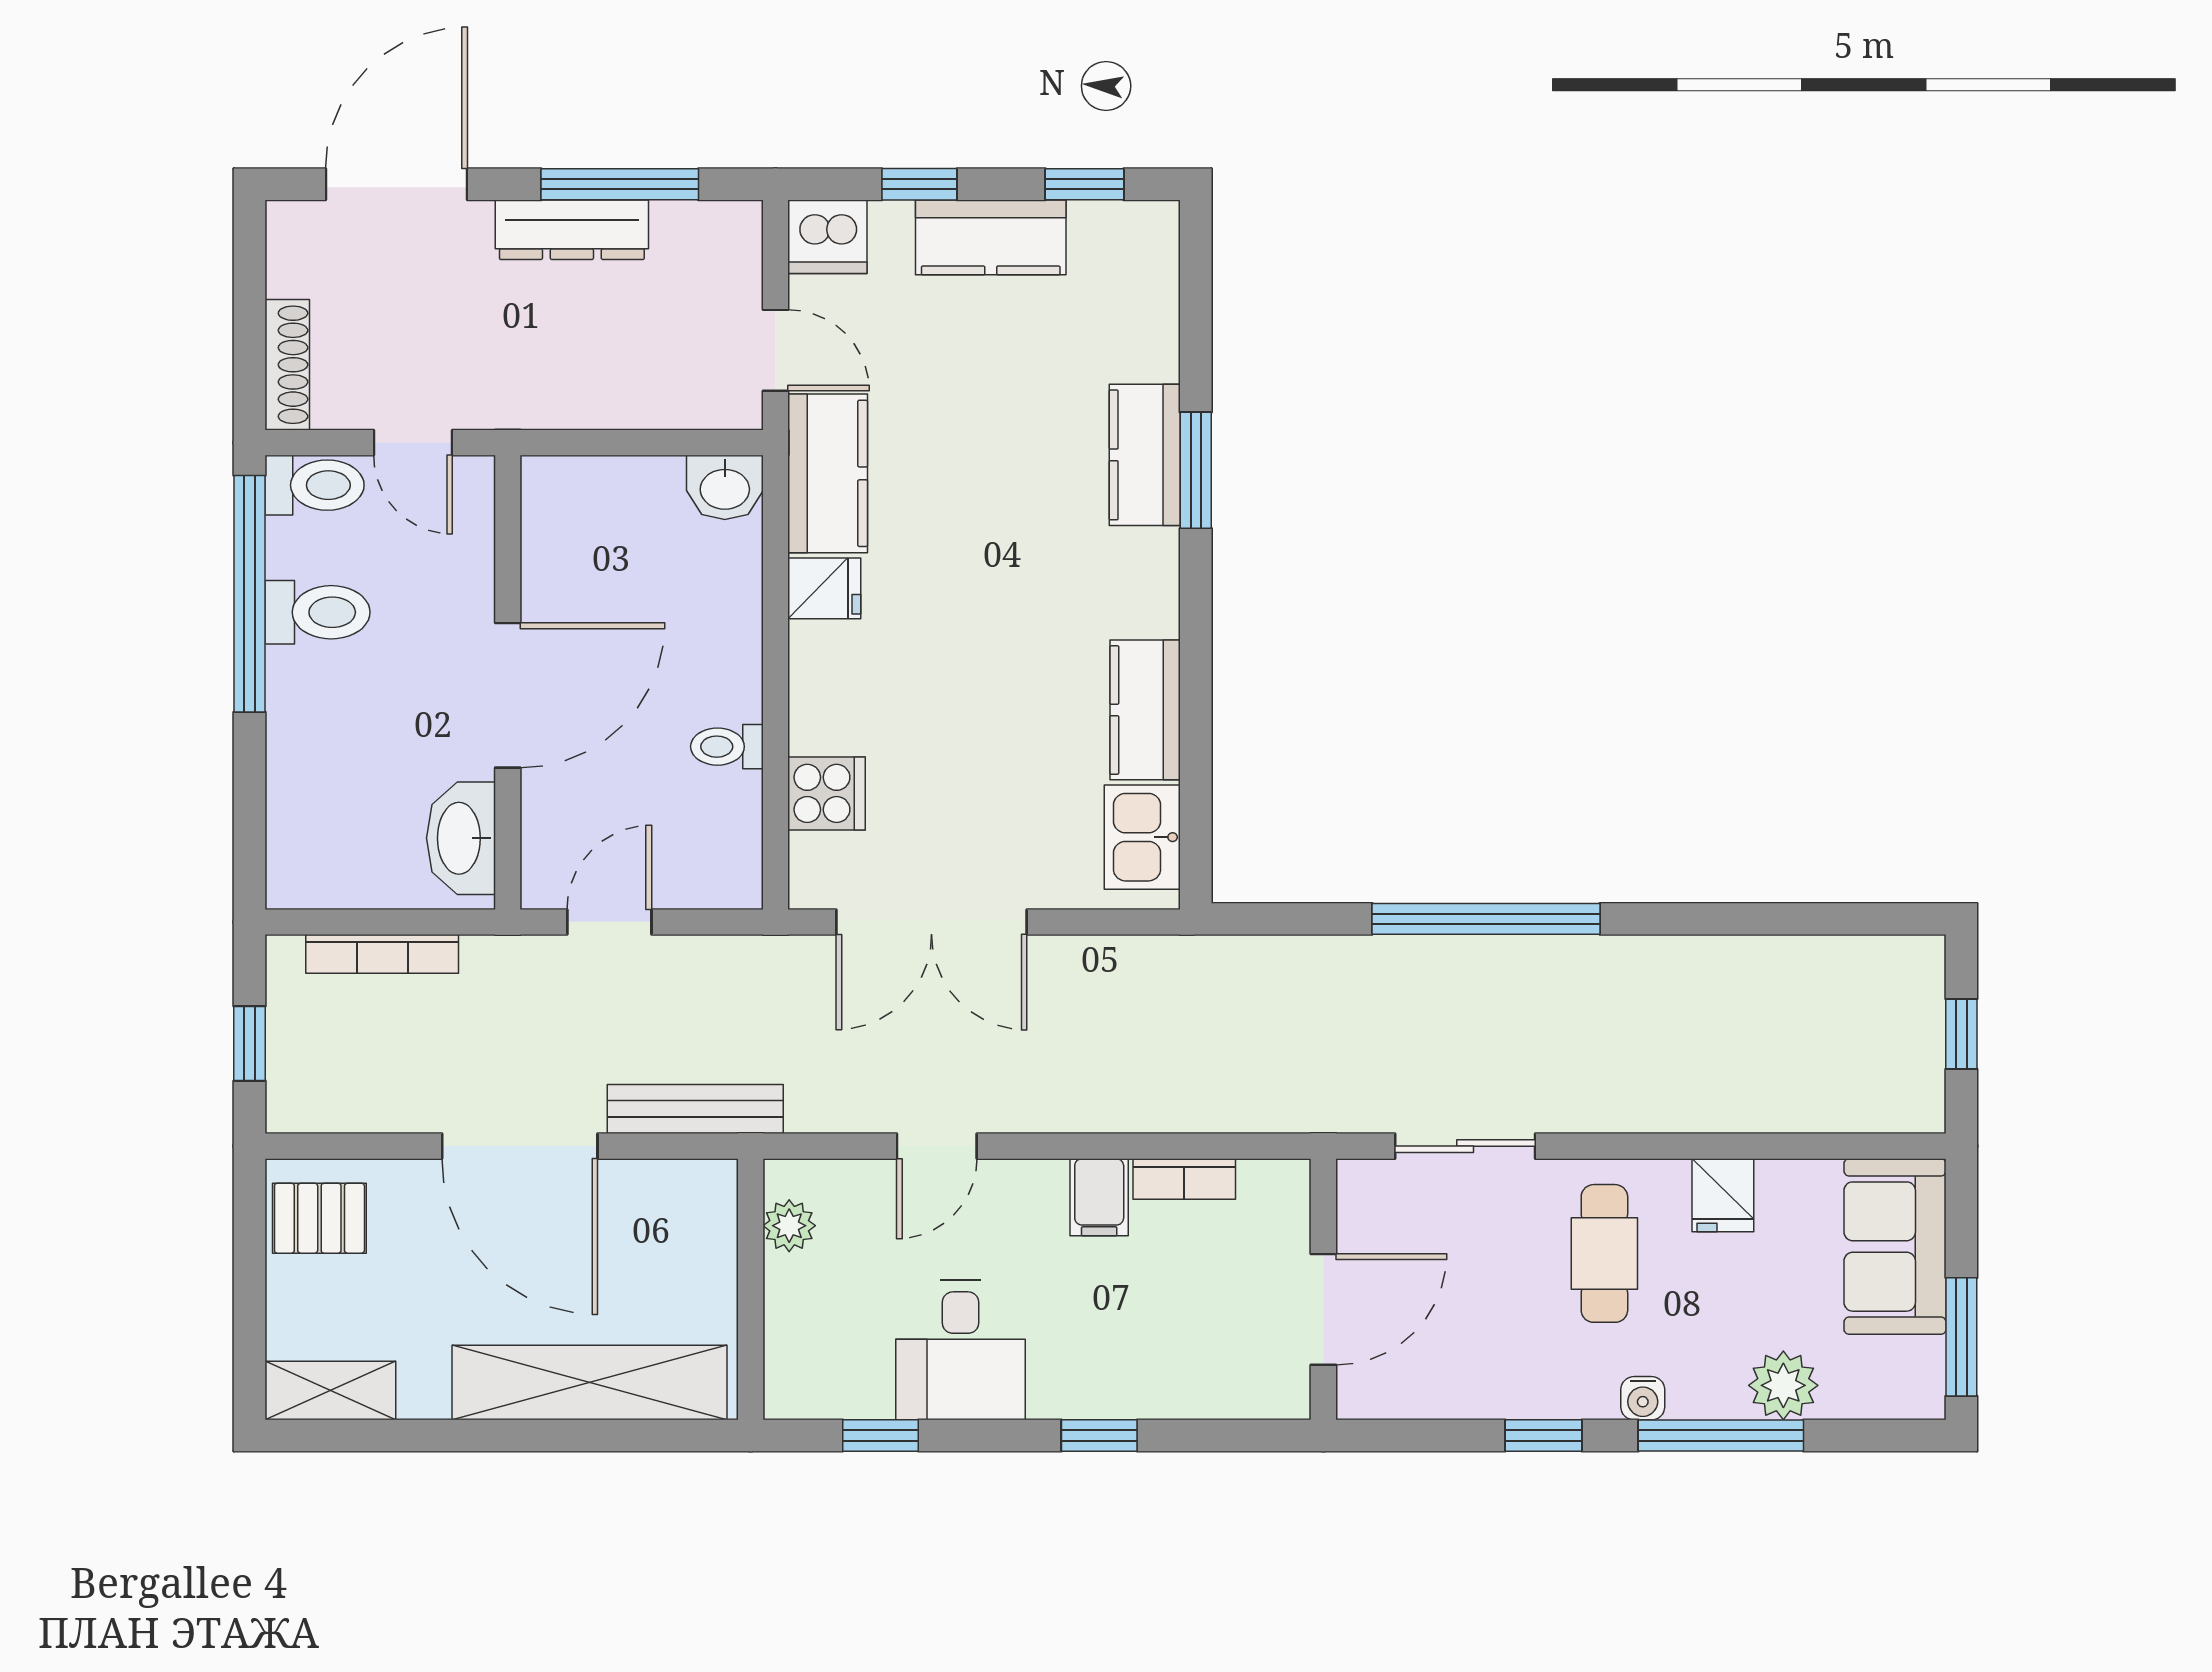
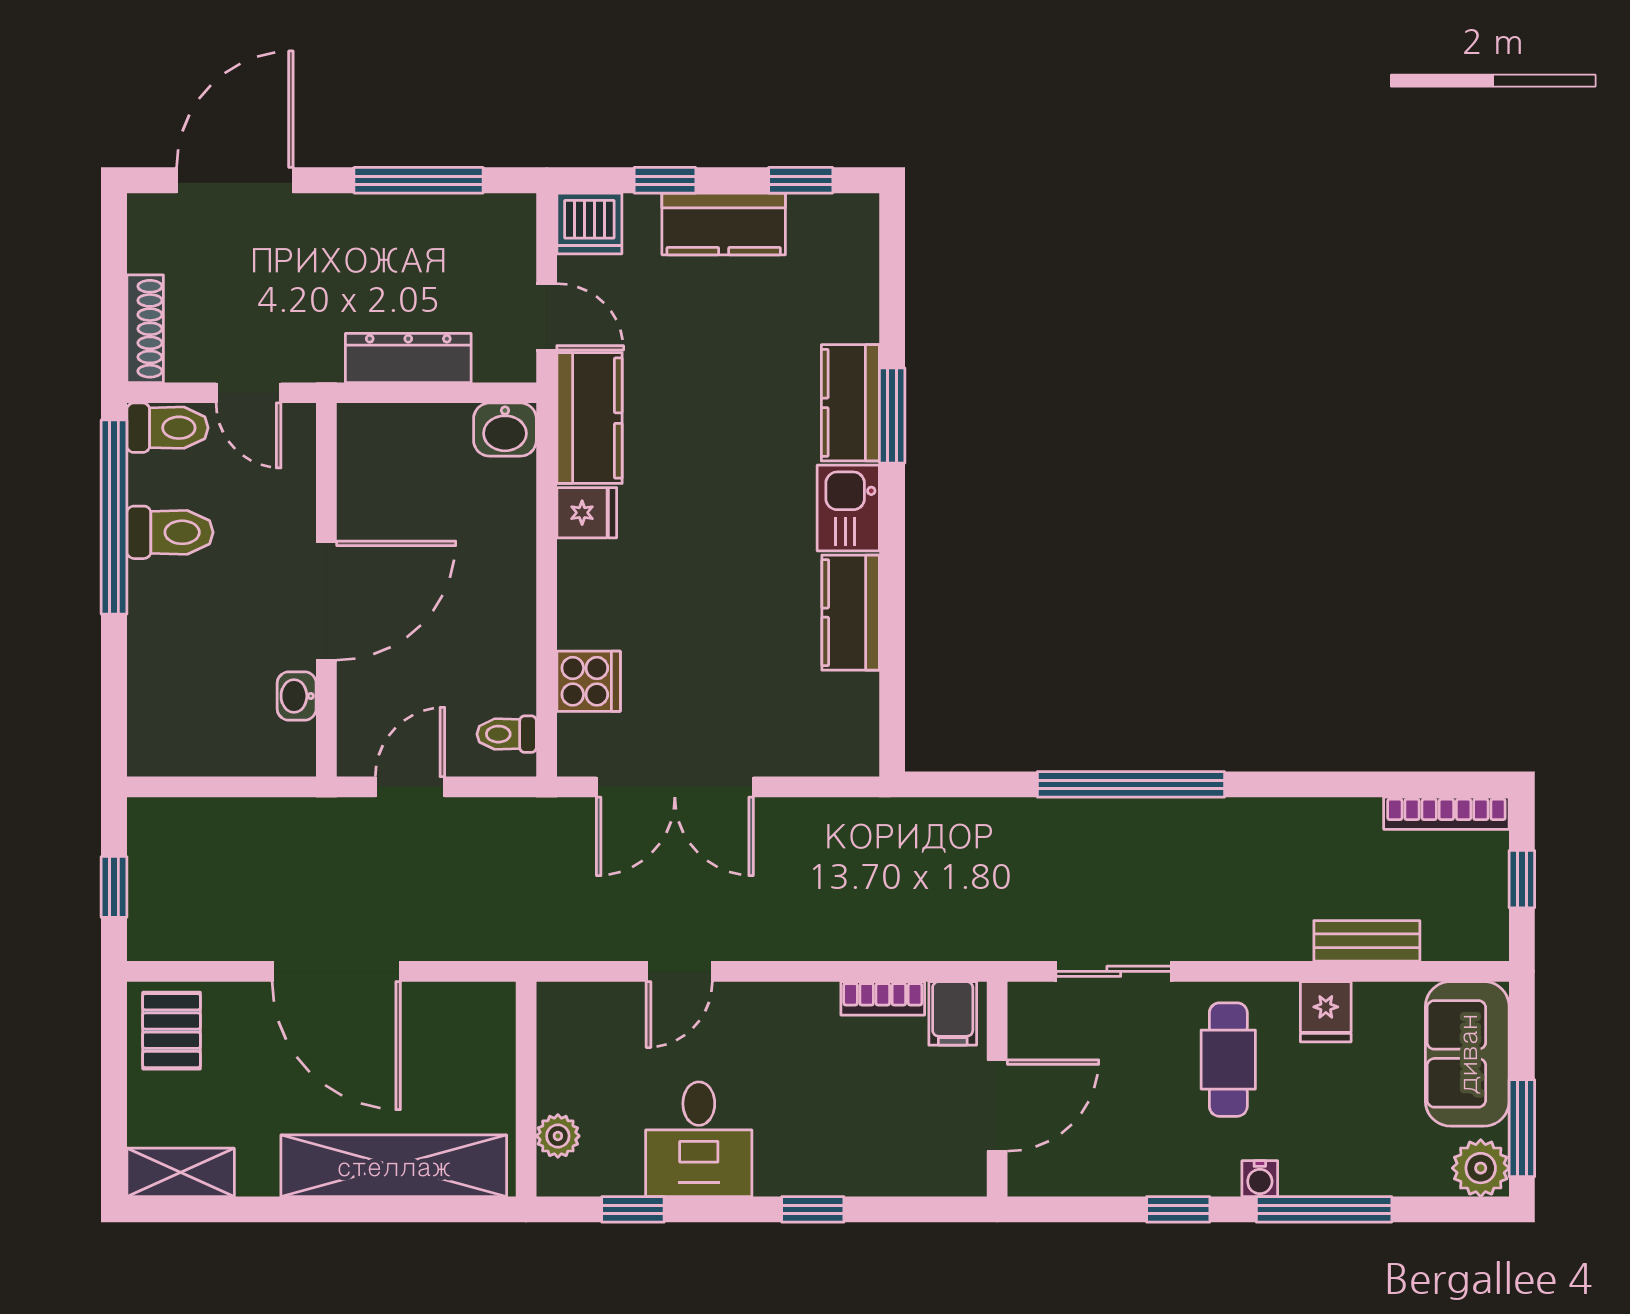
dresser: (572, 230) -> (408, 358), moved, turned 180
toilet: (727, 747) -> (507, 734), moved
kitchen sink: (1142, 837) -> (848, 508), moved
washbasin: (461, 838) -> (297, 696), width x0.52, depth x0.69
bookcase: (382, 954) -> (1446, 813), moved
bench: (695, 1109) -> (1367, 941), moved, width x0.73
filing cabinet: (1099, 1197) -> (953, 1013), moved
pallet: (319, 1218) -> (172, 1031), turned 90
plant: (789, 1226) -> (558, 1136), moved
plant: (1783, 1385) -> (1481, 1168), moved

